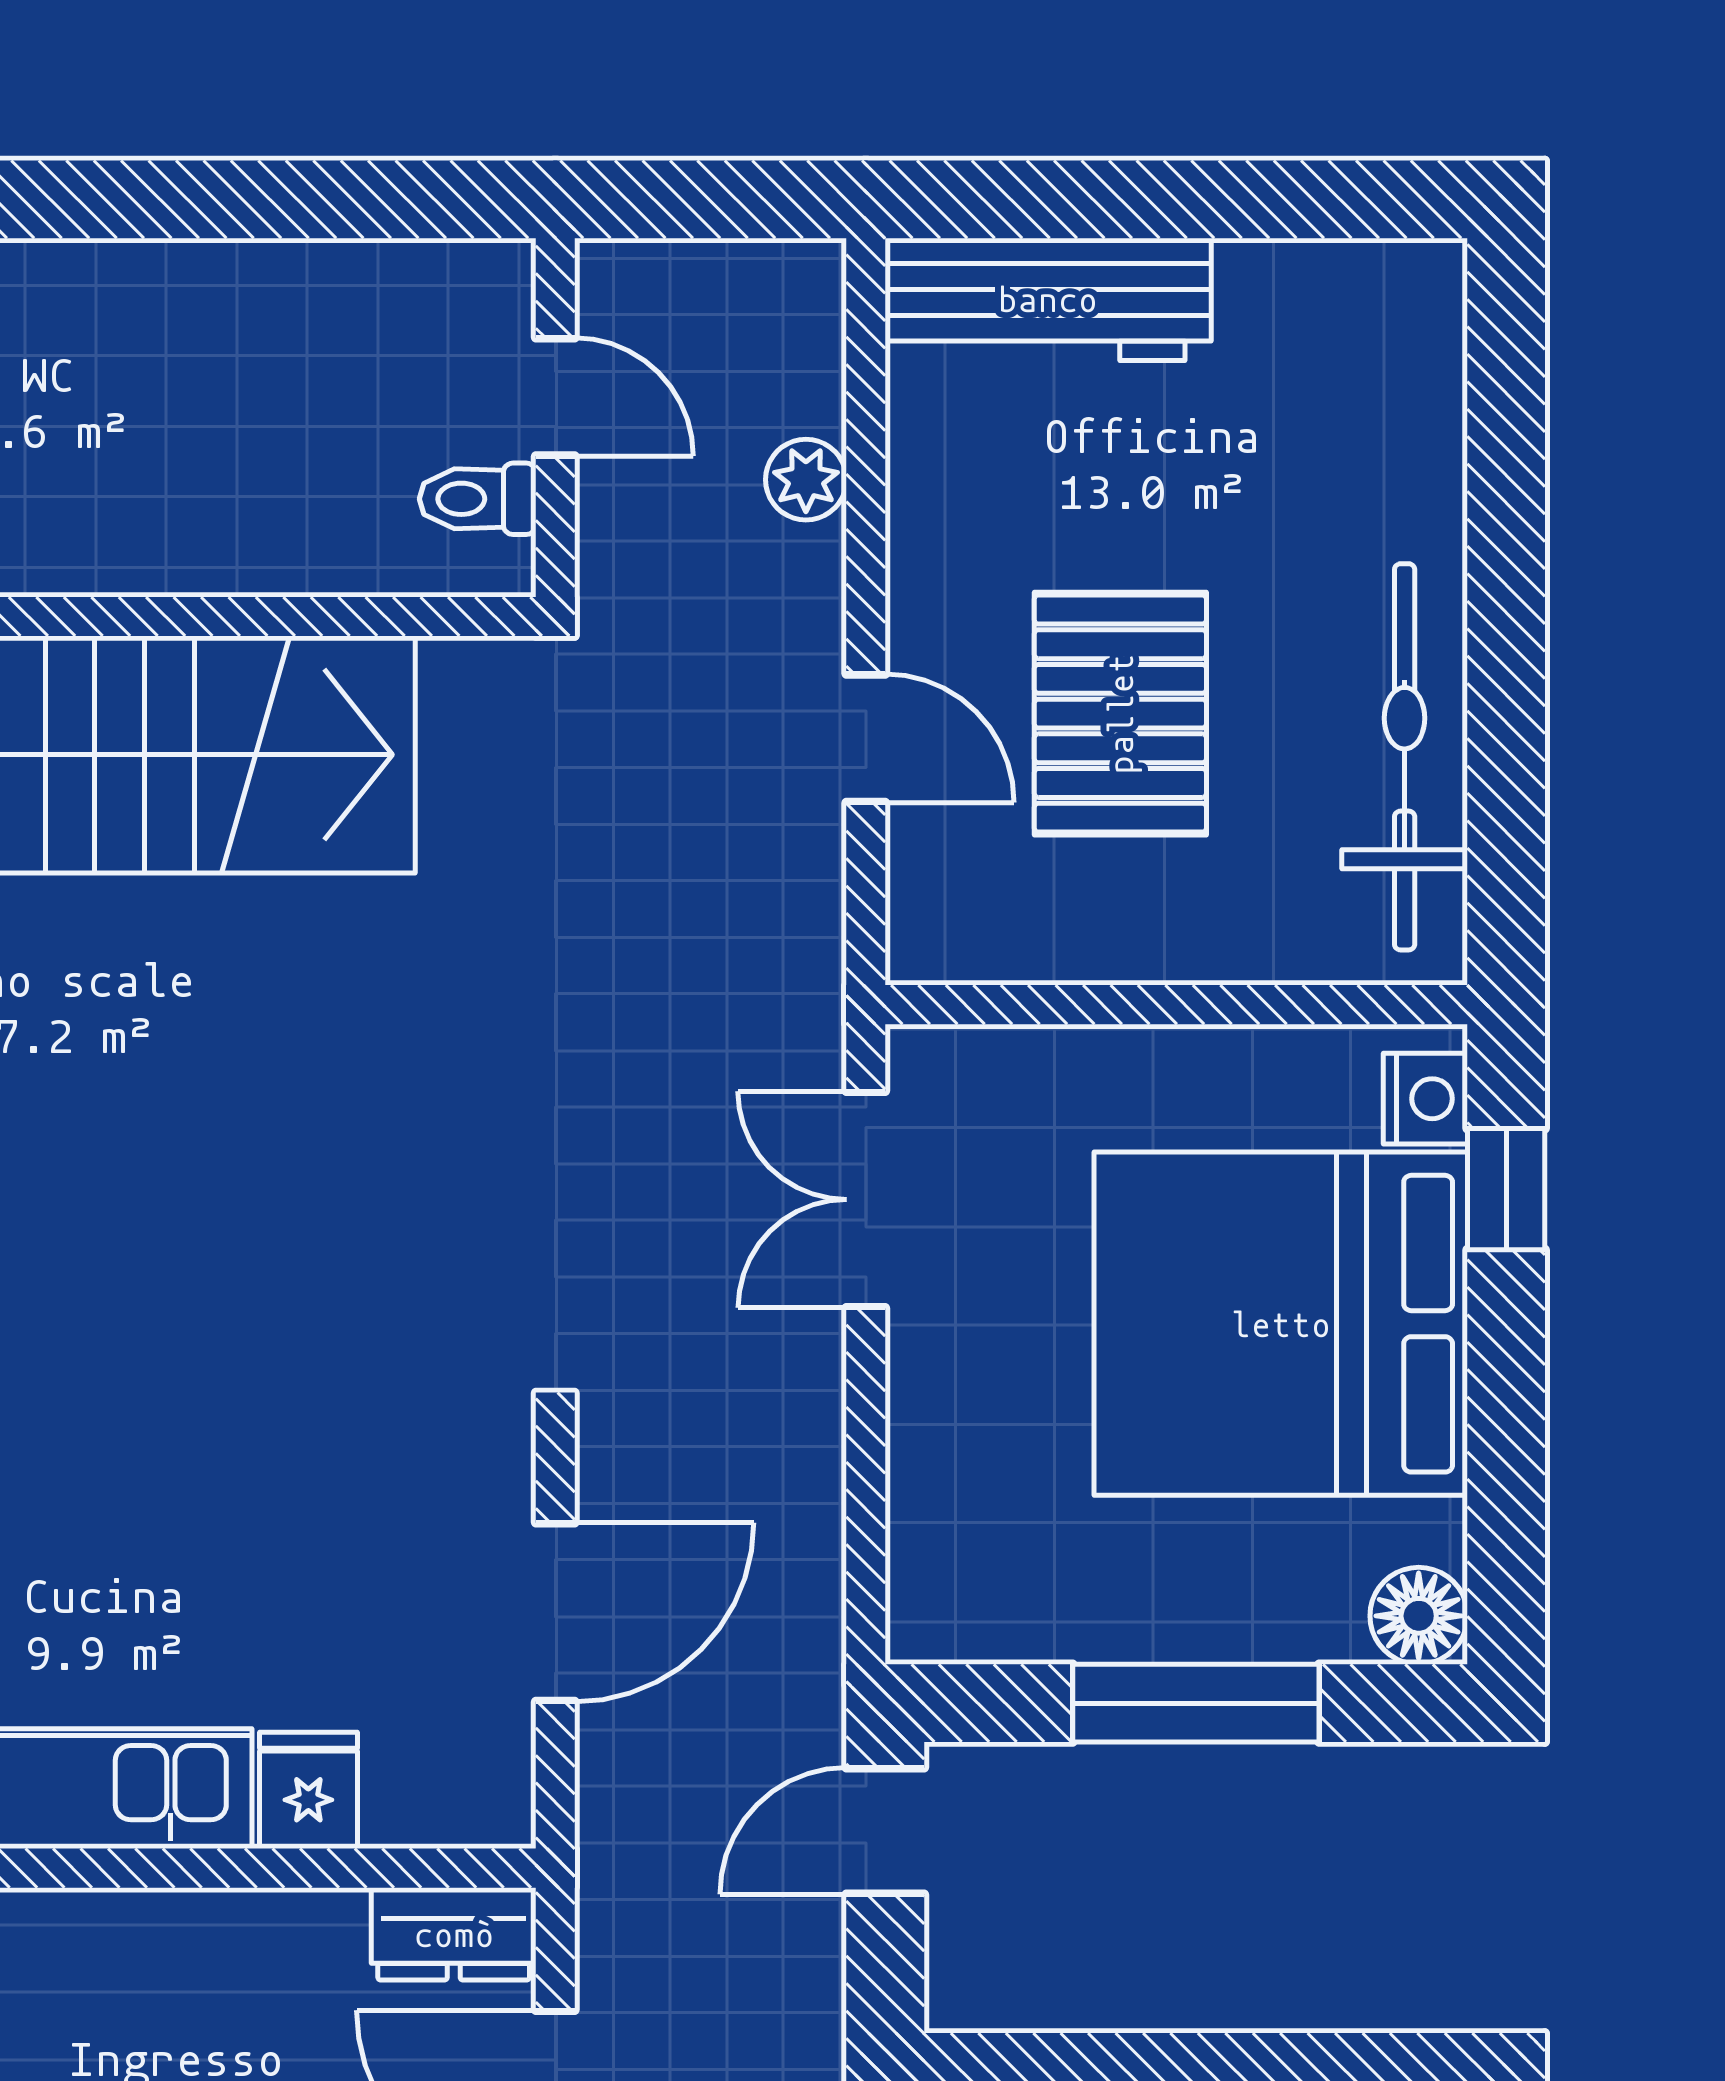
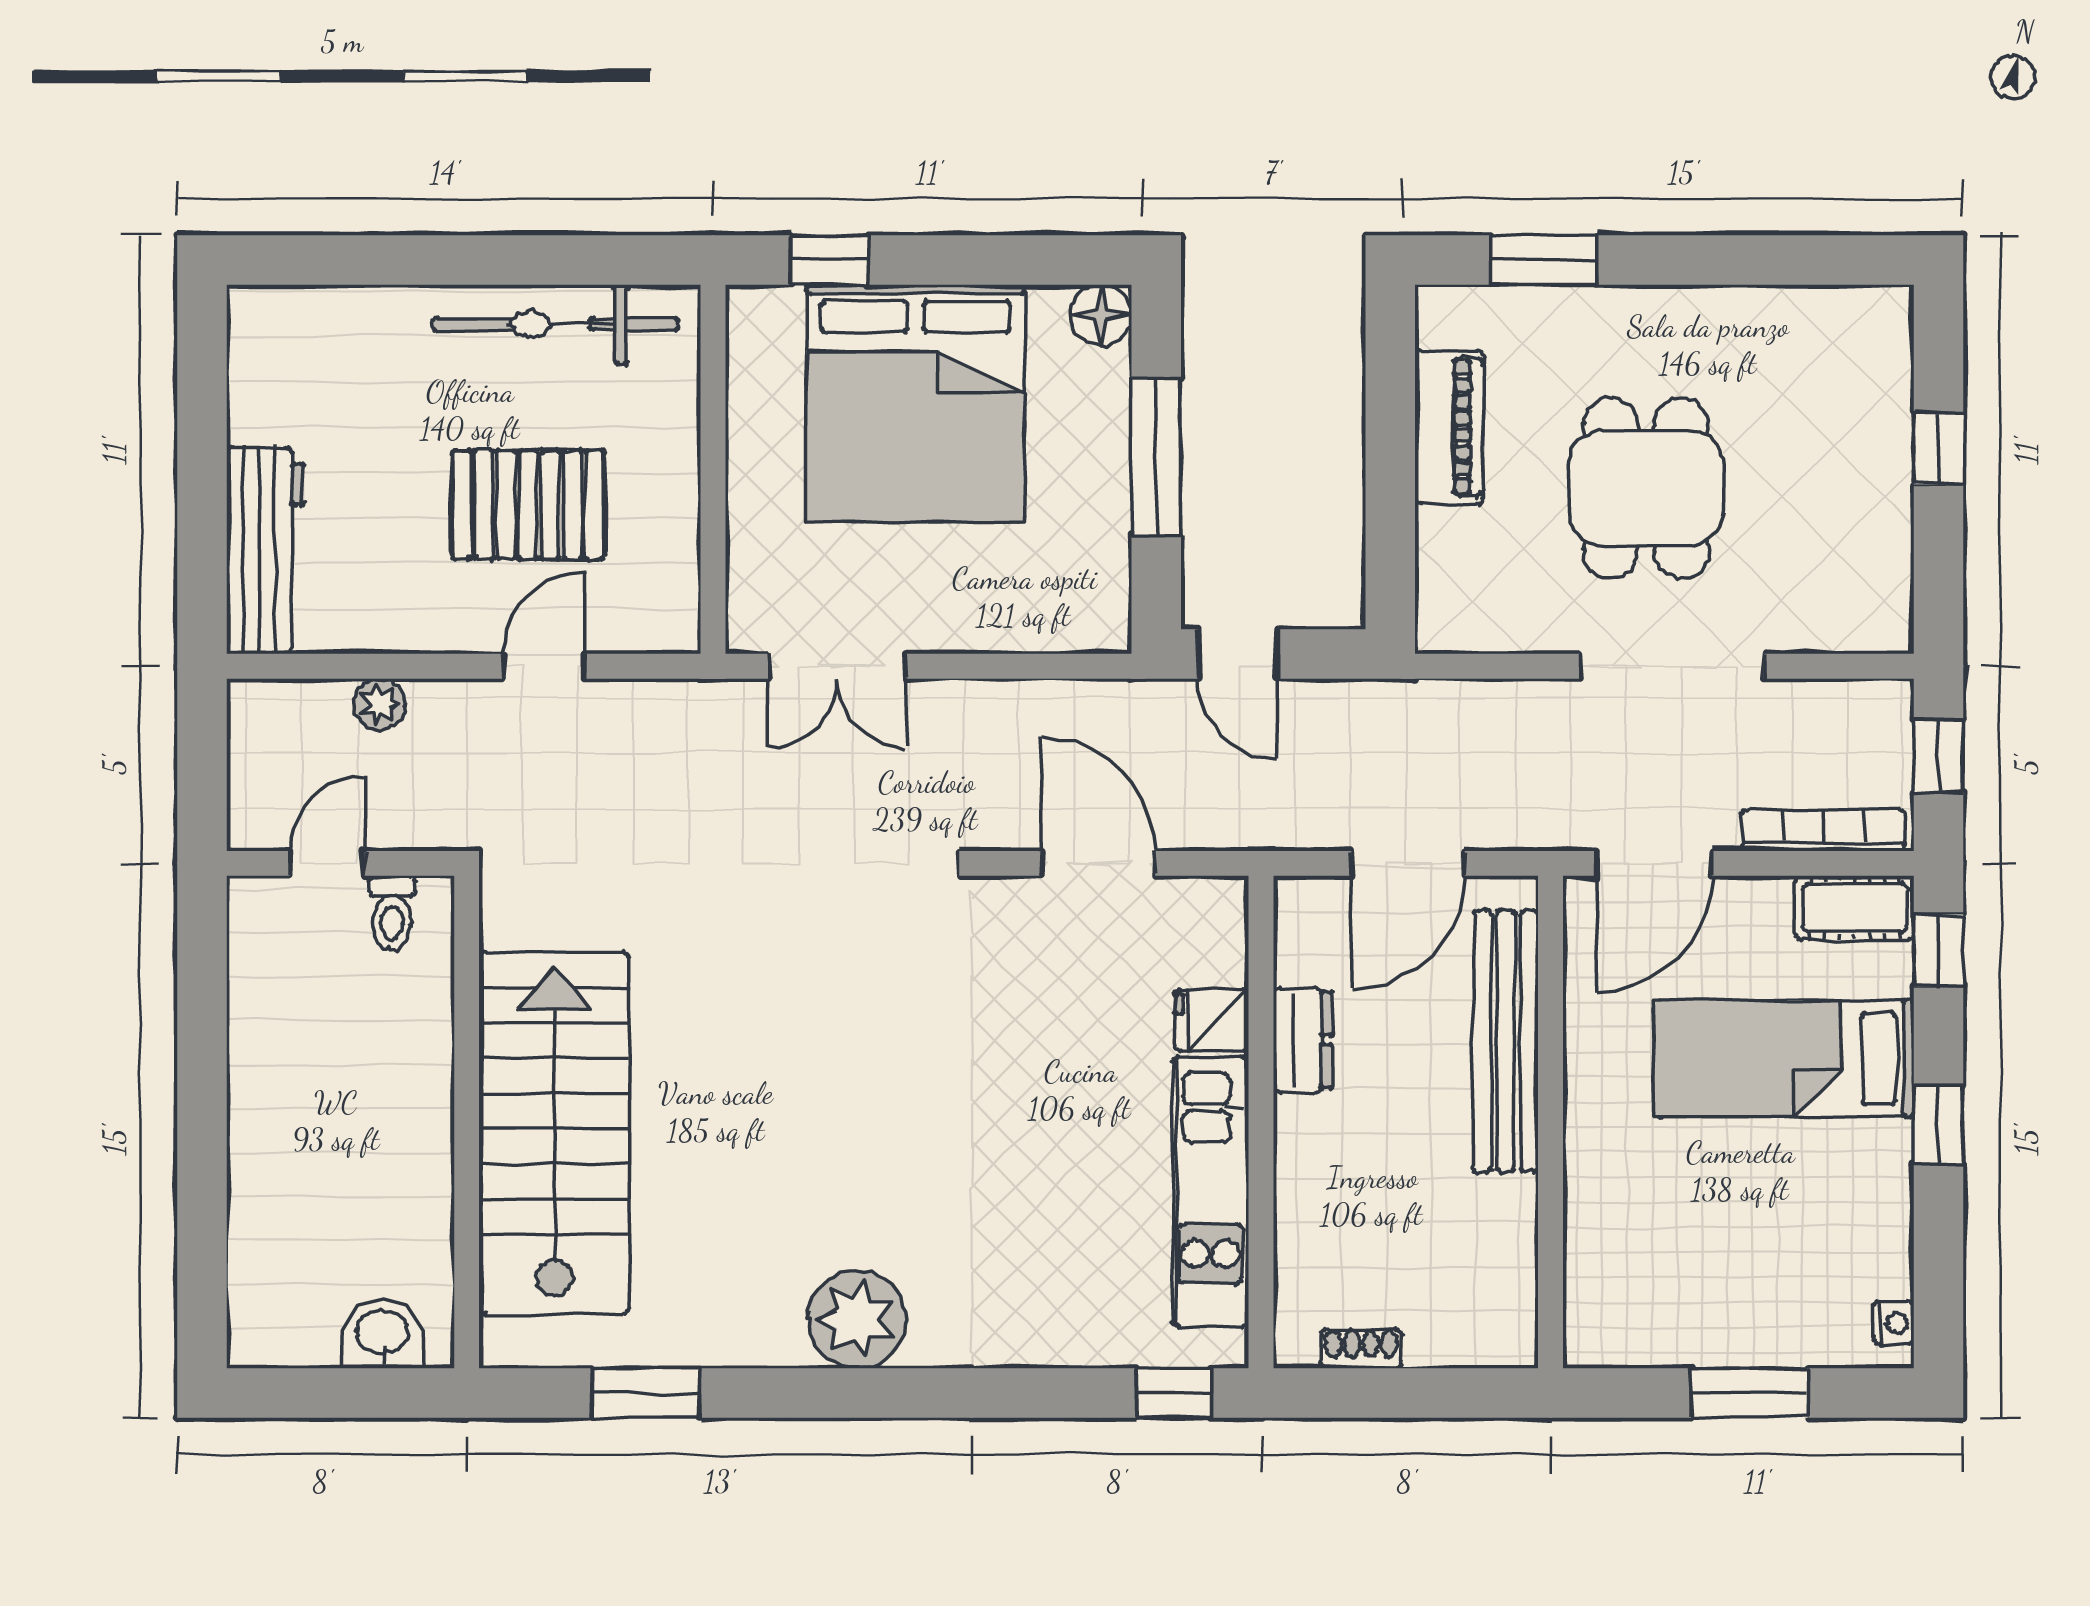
nightstand: (1425, 1099) -> (773, 311), removed
dresser: (454, 1934) -> (1303, 1040), moved

